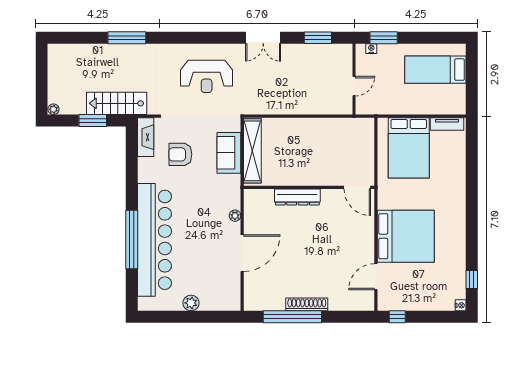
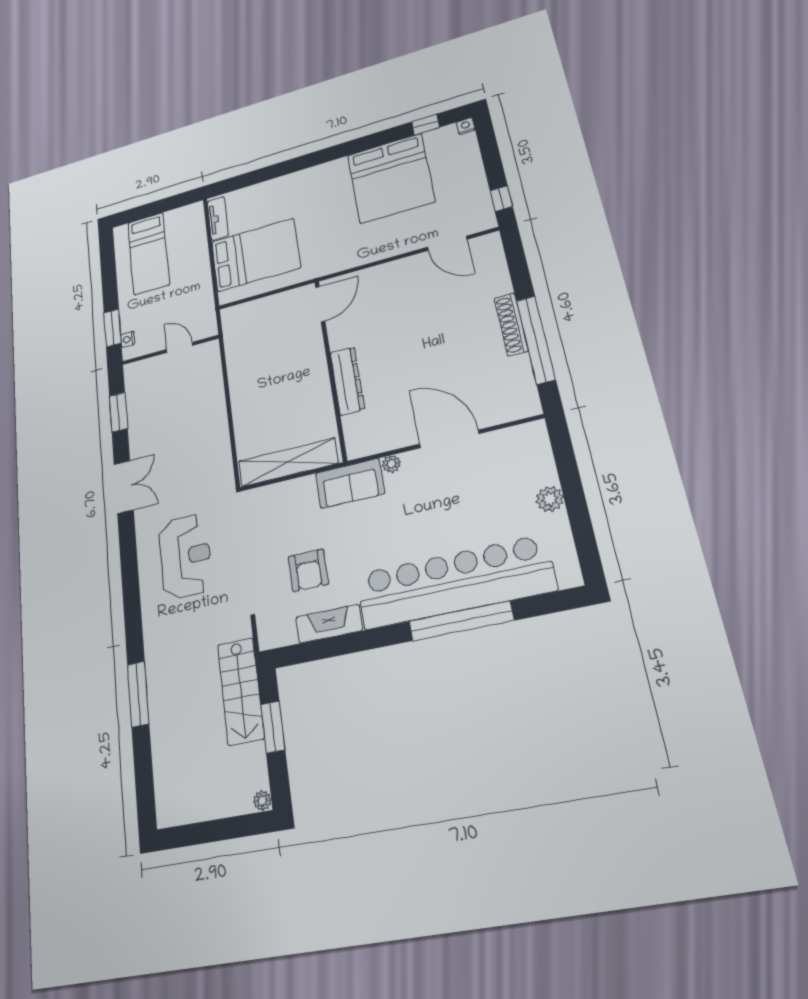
fireplace: (146, 137) -> (329, 624), moved
sofa: (229, 153) -> (350, 483), moved
bed: (406, 236) -> (391, 178), moved, turned 180

